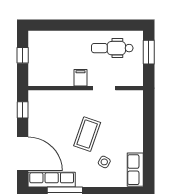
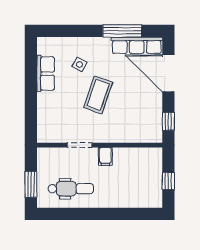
row of seats: (135, 170) -> (46, 74), moved

